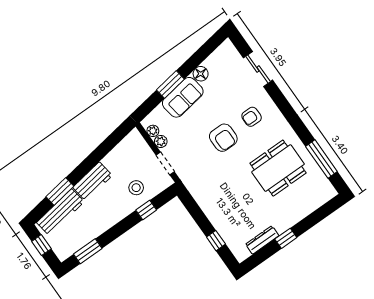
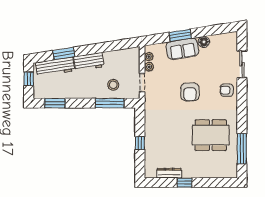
armchair: (252, 117) -> (227, 90), moved
window: (146, 210) -> (110, 103), width x2.17
window: (216, 241) -> (140, 143), moved

